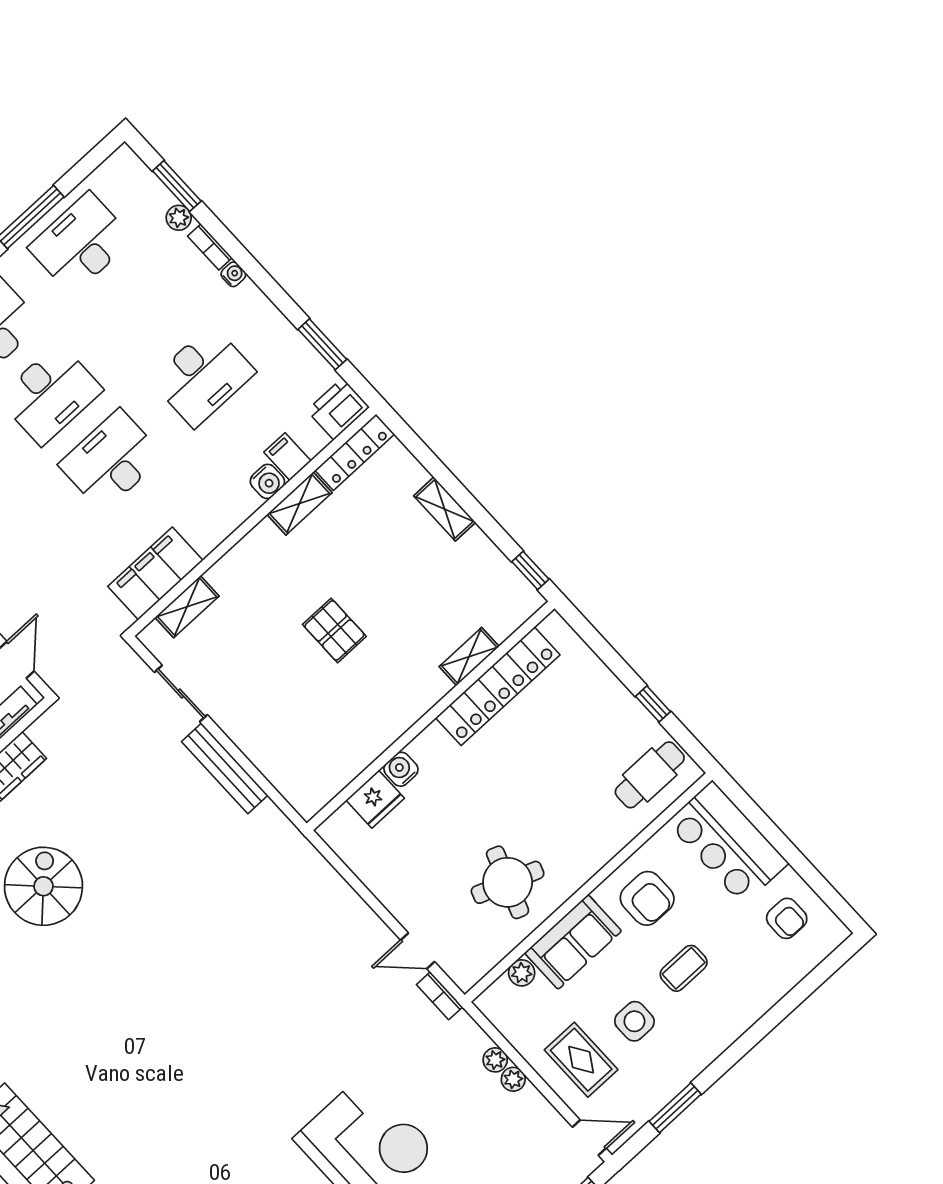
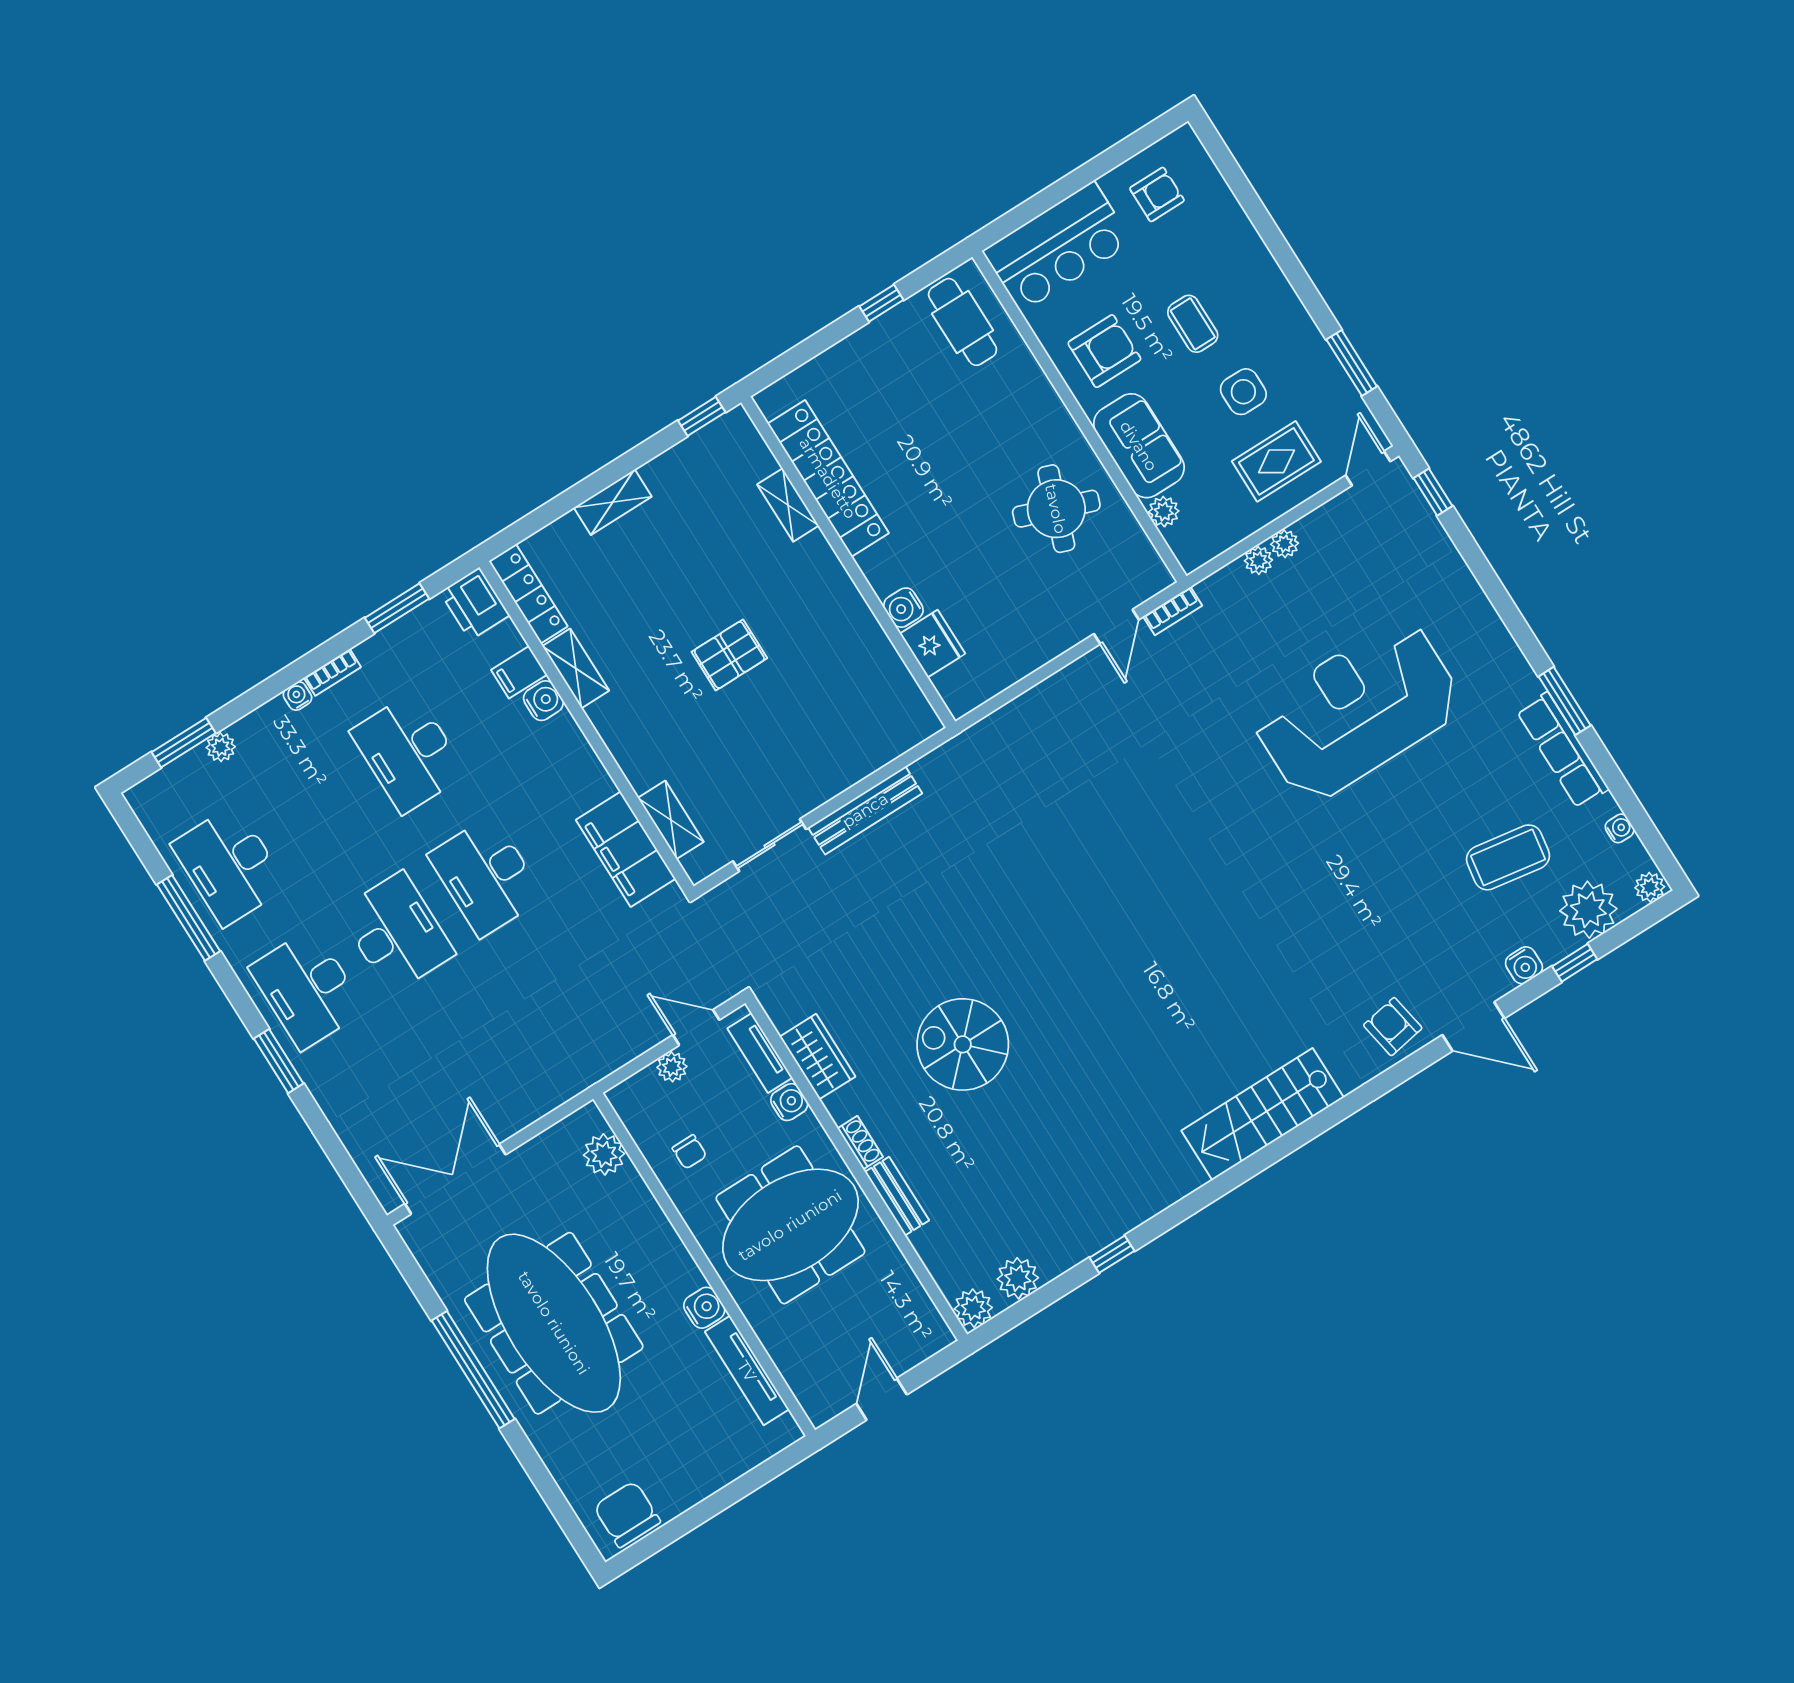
bookcase: (210, 247) -> (332, 672), moved
desk: (203, 376) -> (408, 753), turned 180

